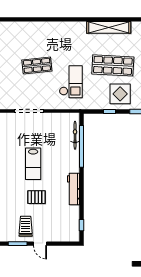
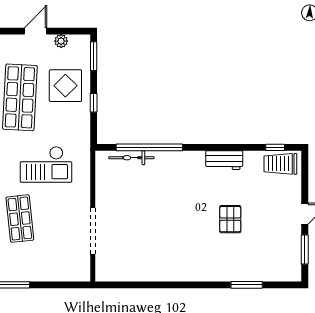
checkout: (71, 82) -> (46, 164), turned 180
lab bench: (33, 164) -> (177, 225), removed
workbench: (74, 189) -> (224, 160), width x0.73
trolley: (26, 226) -> (280, 164), moved

